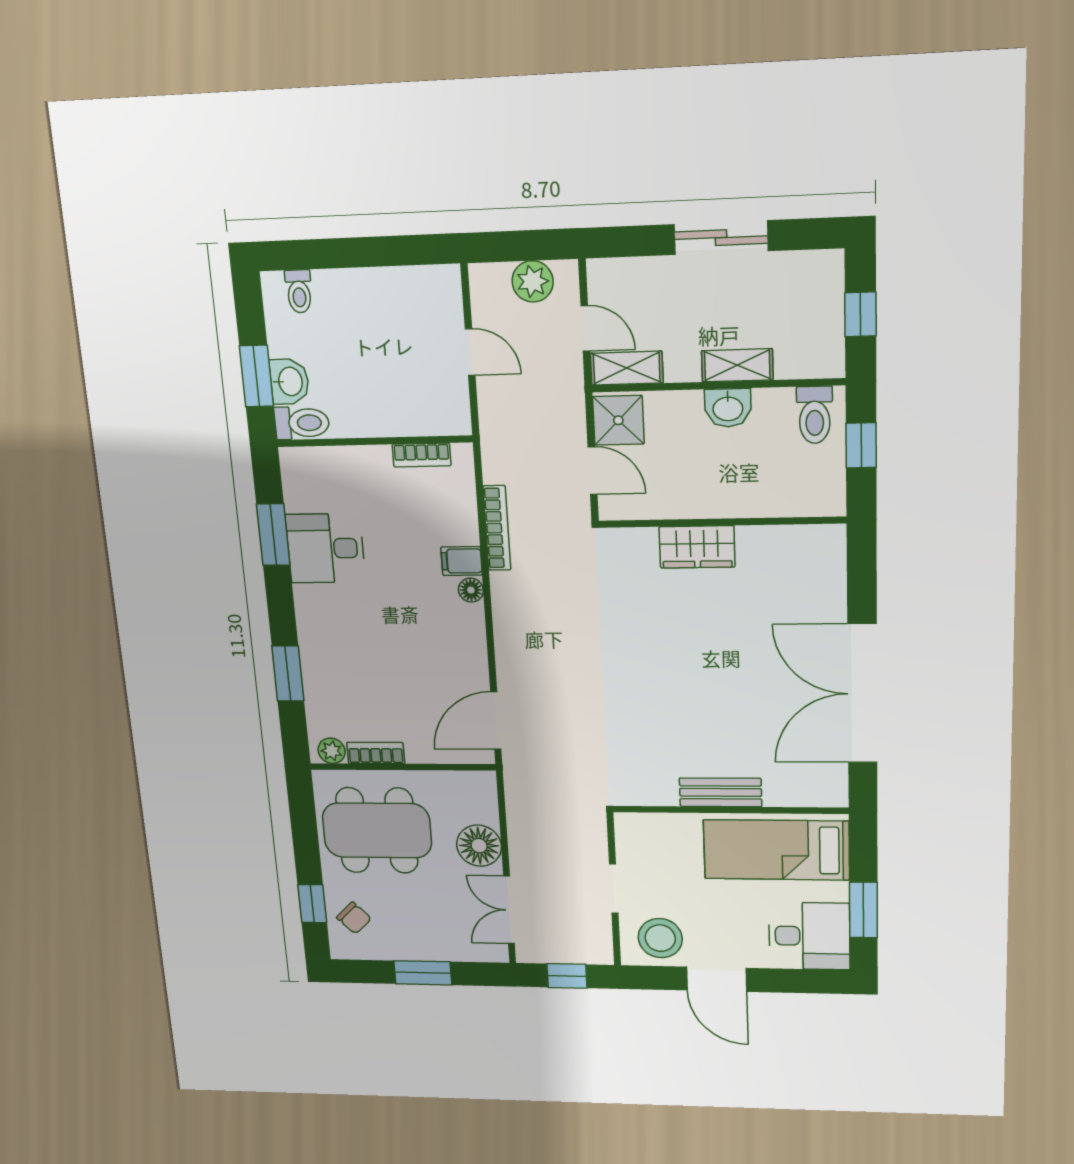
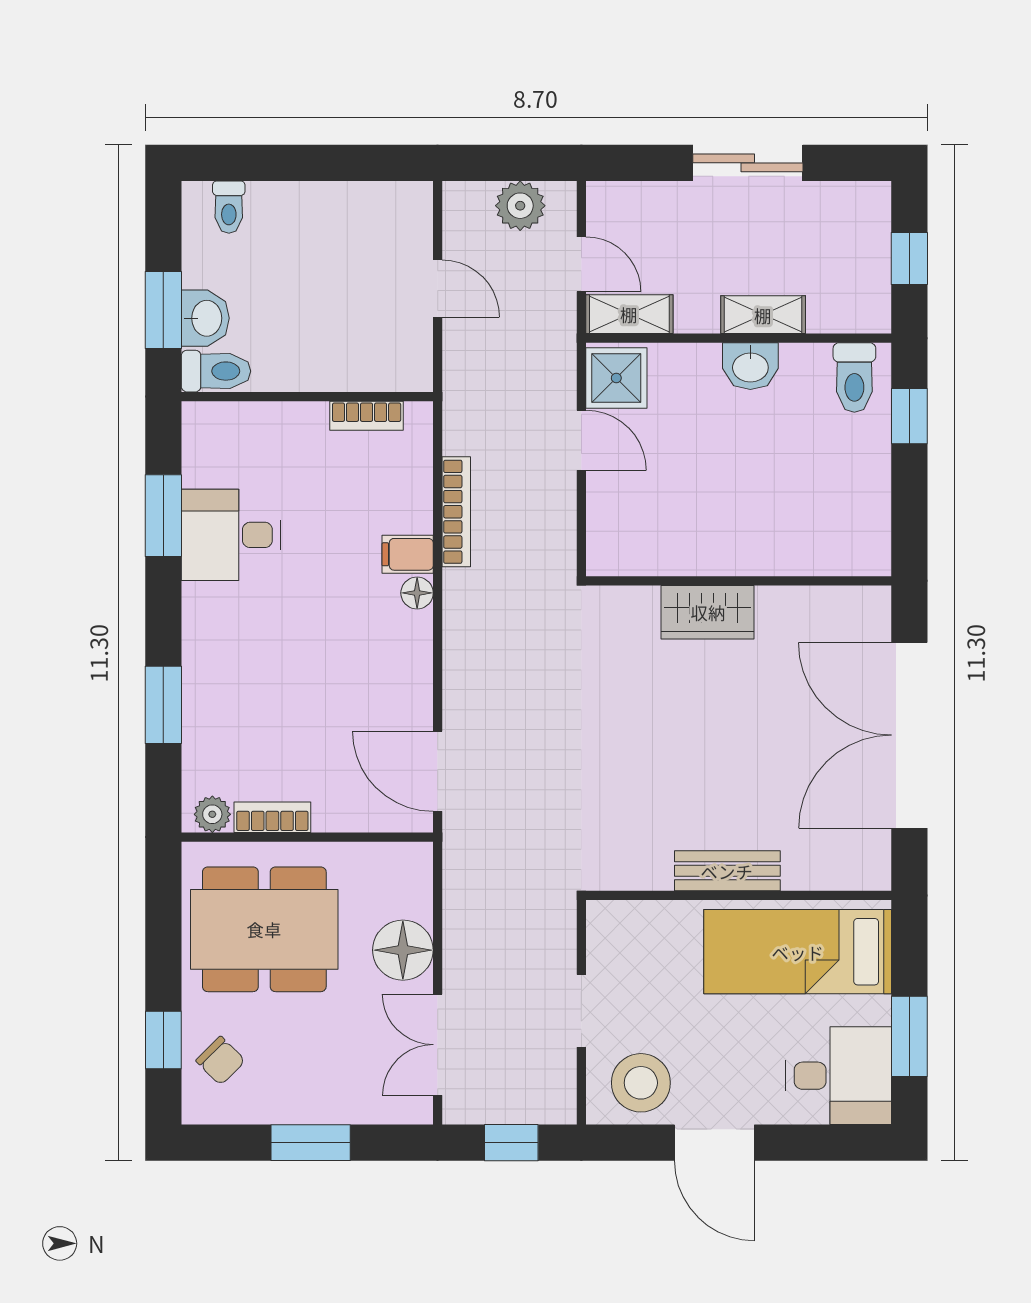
wall: (721, 522) -> (739, 581), moved
wardrobe: (697, 547) -> (708, 612), moved
door: (496, 721) -> (438, 771), hinge flipped

